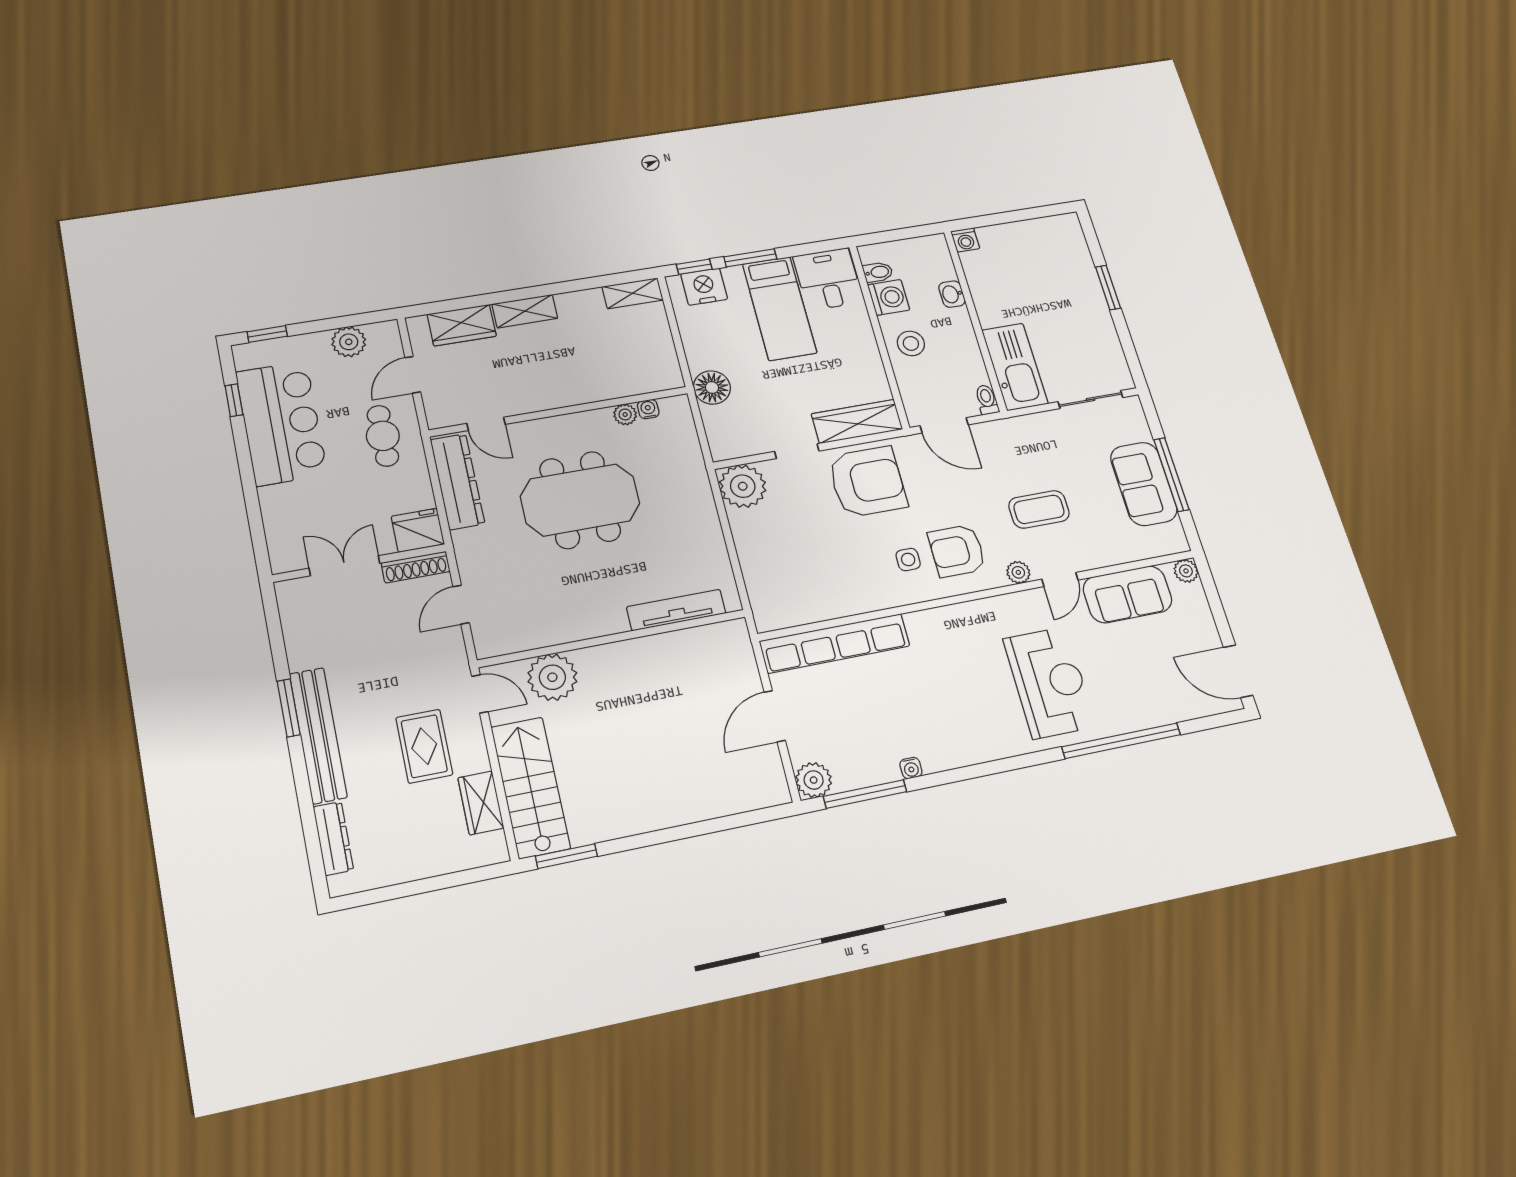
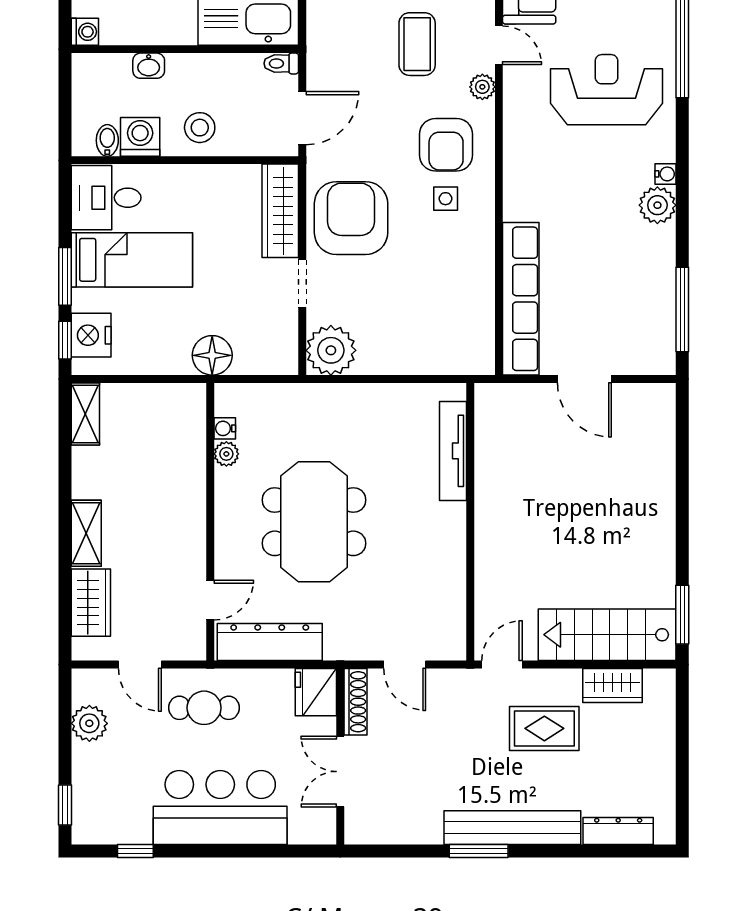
bar counter: (281, 423) -> (220, 807), moved
plant: (552, 677) -> (499, 590), removed
water cooler: (911, 768) -> (666, 174), moved
plant: (814, 780) -> (657, 205), moved

